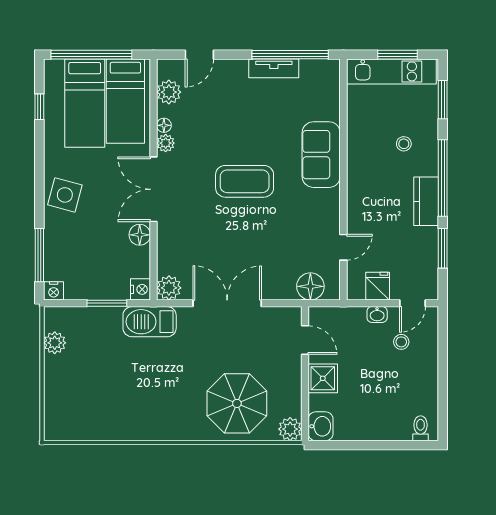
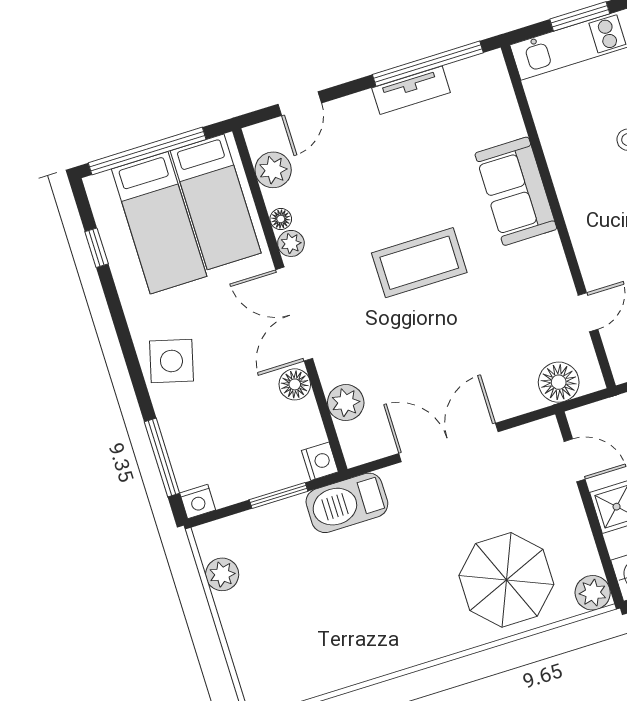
plant: (169, 288) -> (346, 403), moved

